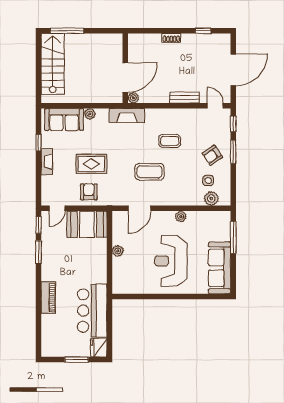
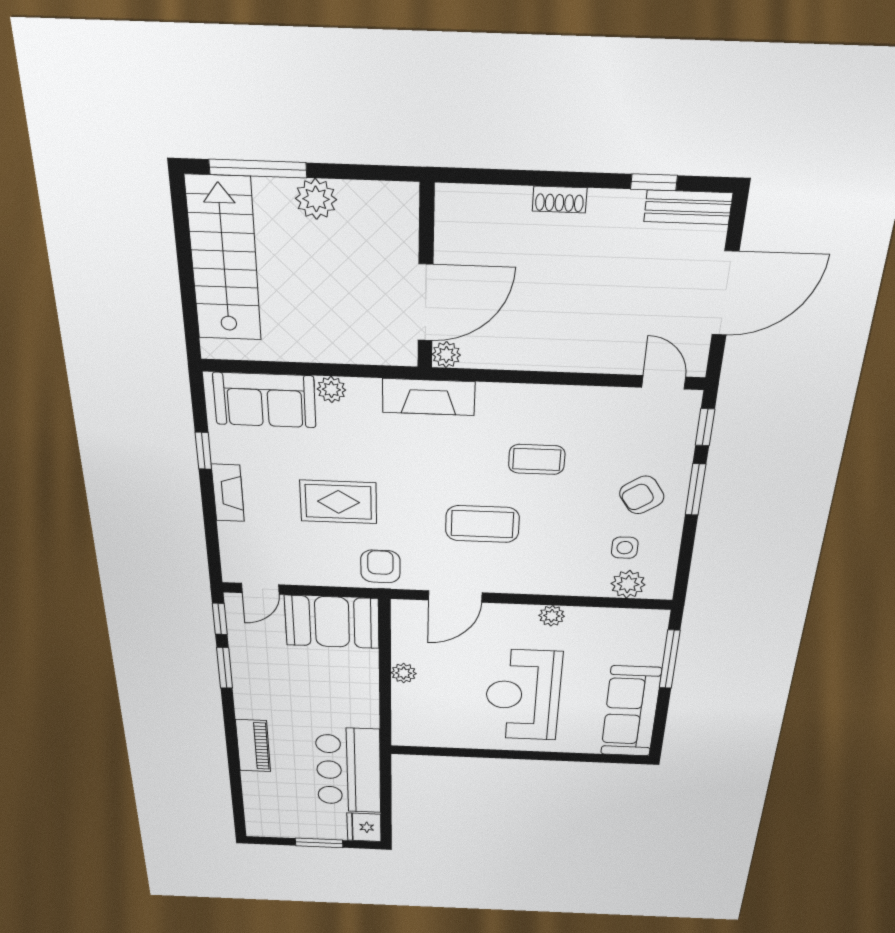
plant: (87, 41) -> (316, 199), added
bench: (185, 97) -> (688, 207), moved
armchair: (89, 192) -> (380, 566), moved

